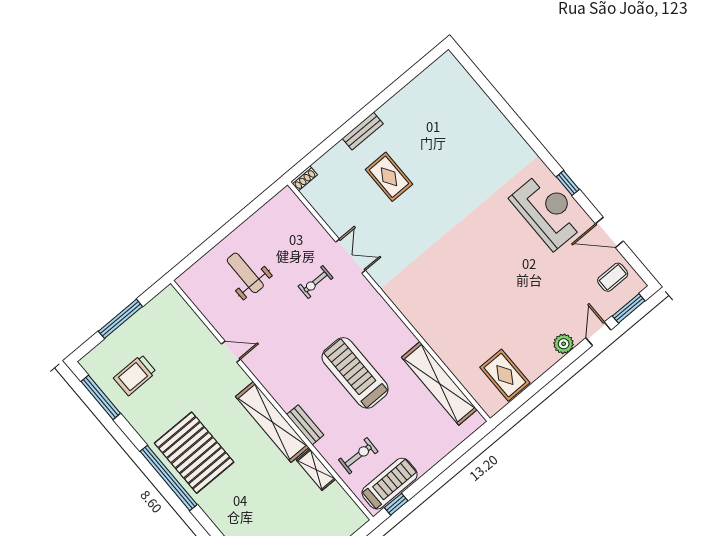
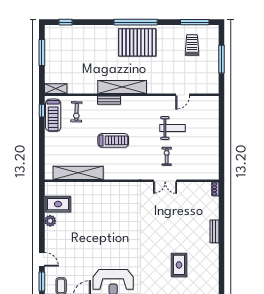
rug: (389, 177) -> (179, 265), moved, turned 90
weight bench: (245, 273) -> (172, 128), moved
plant: (564, 344) -> (50, 221), moved
door: (231, 352) -> (183, 95), moved
treadmill: (355, 373) -> (113, 140), width x0.73, depth x0.73
shelving: (316, 470) -> (56, 89), moved

